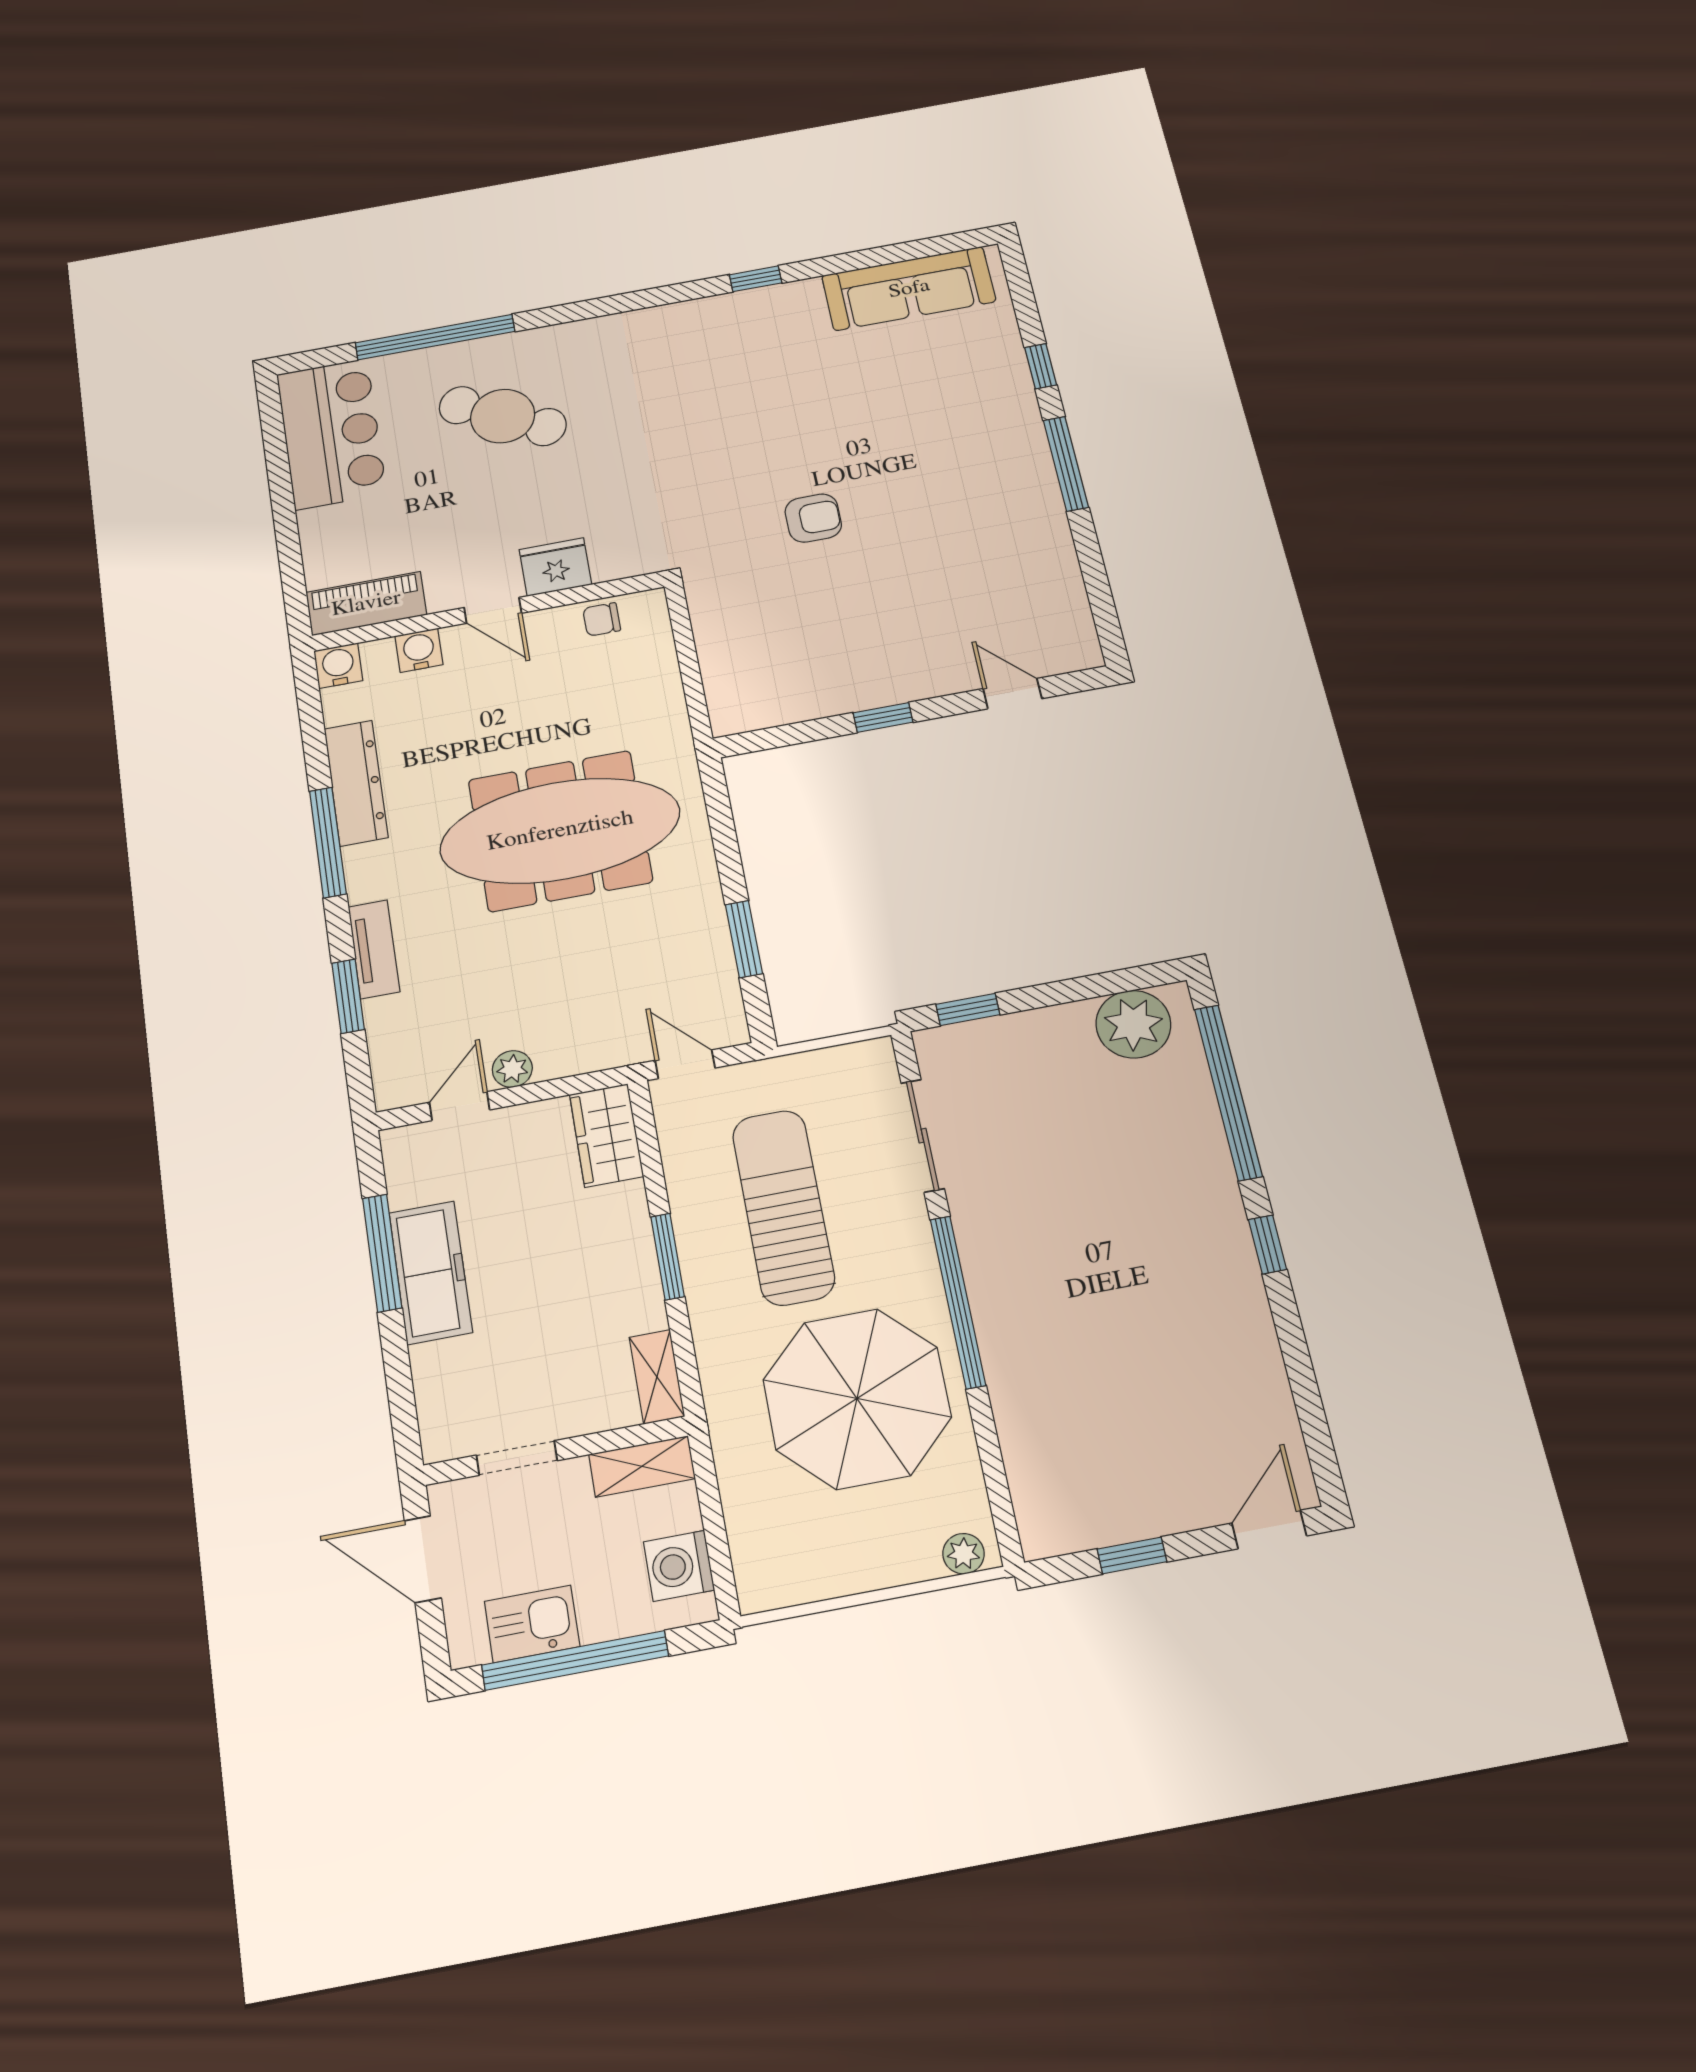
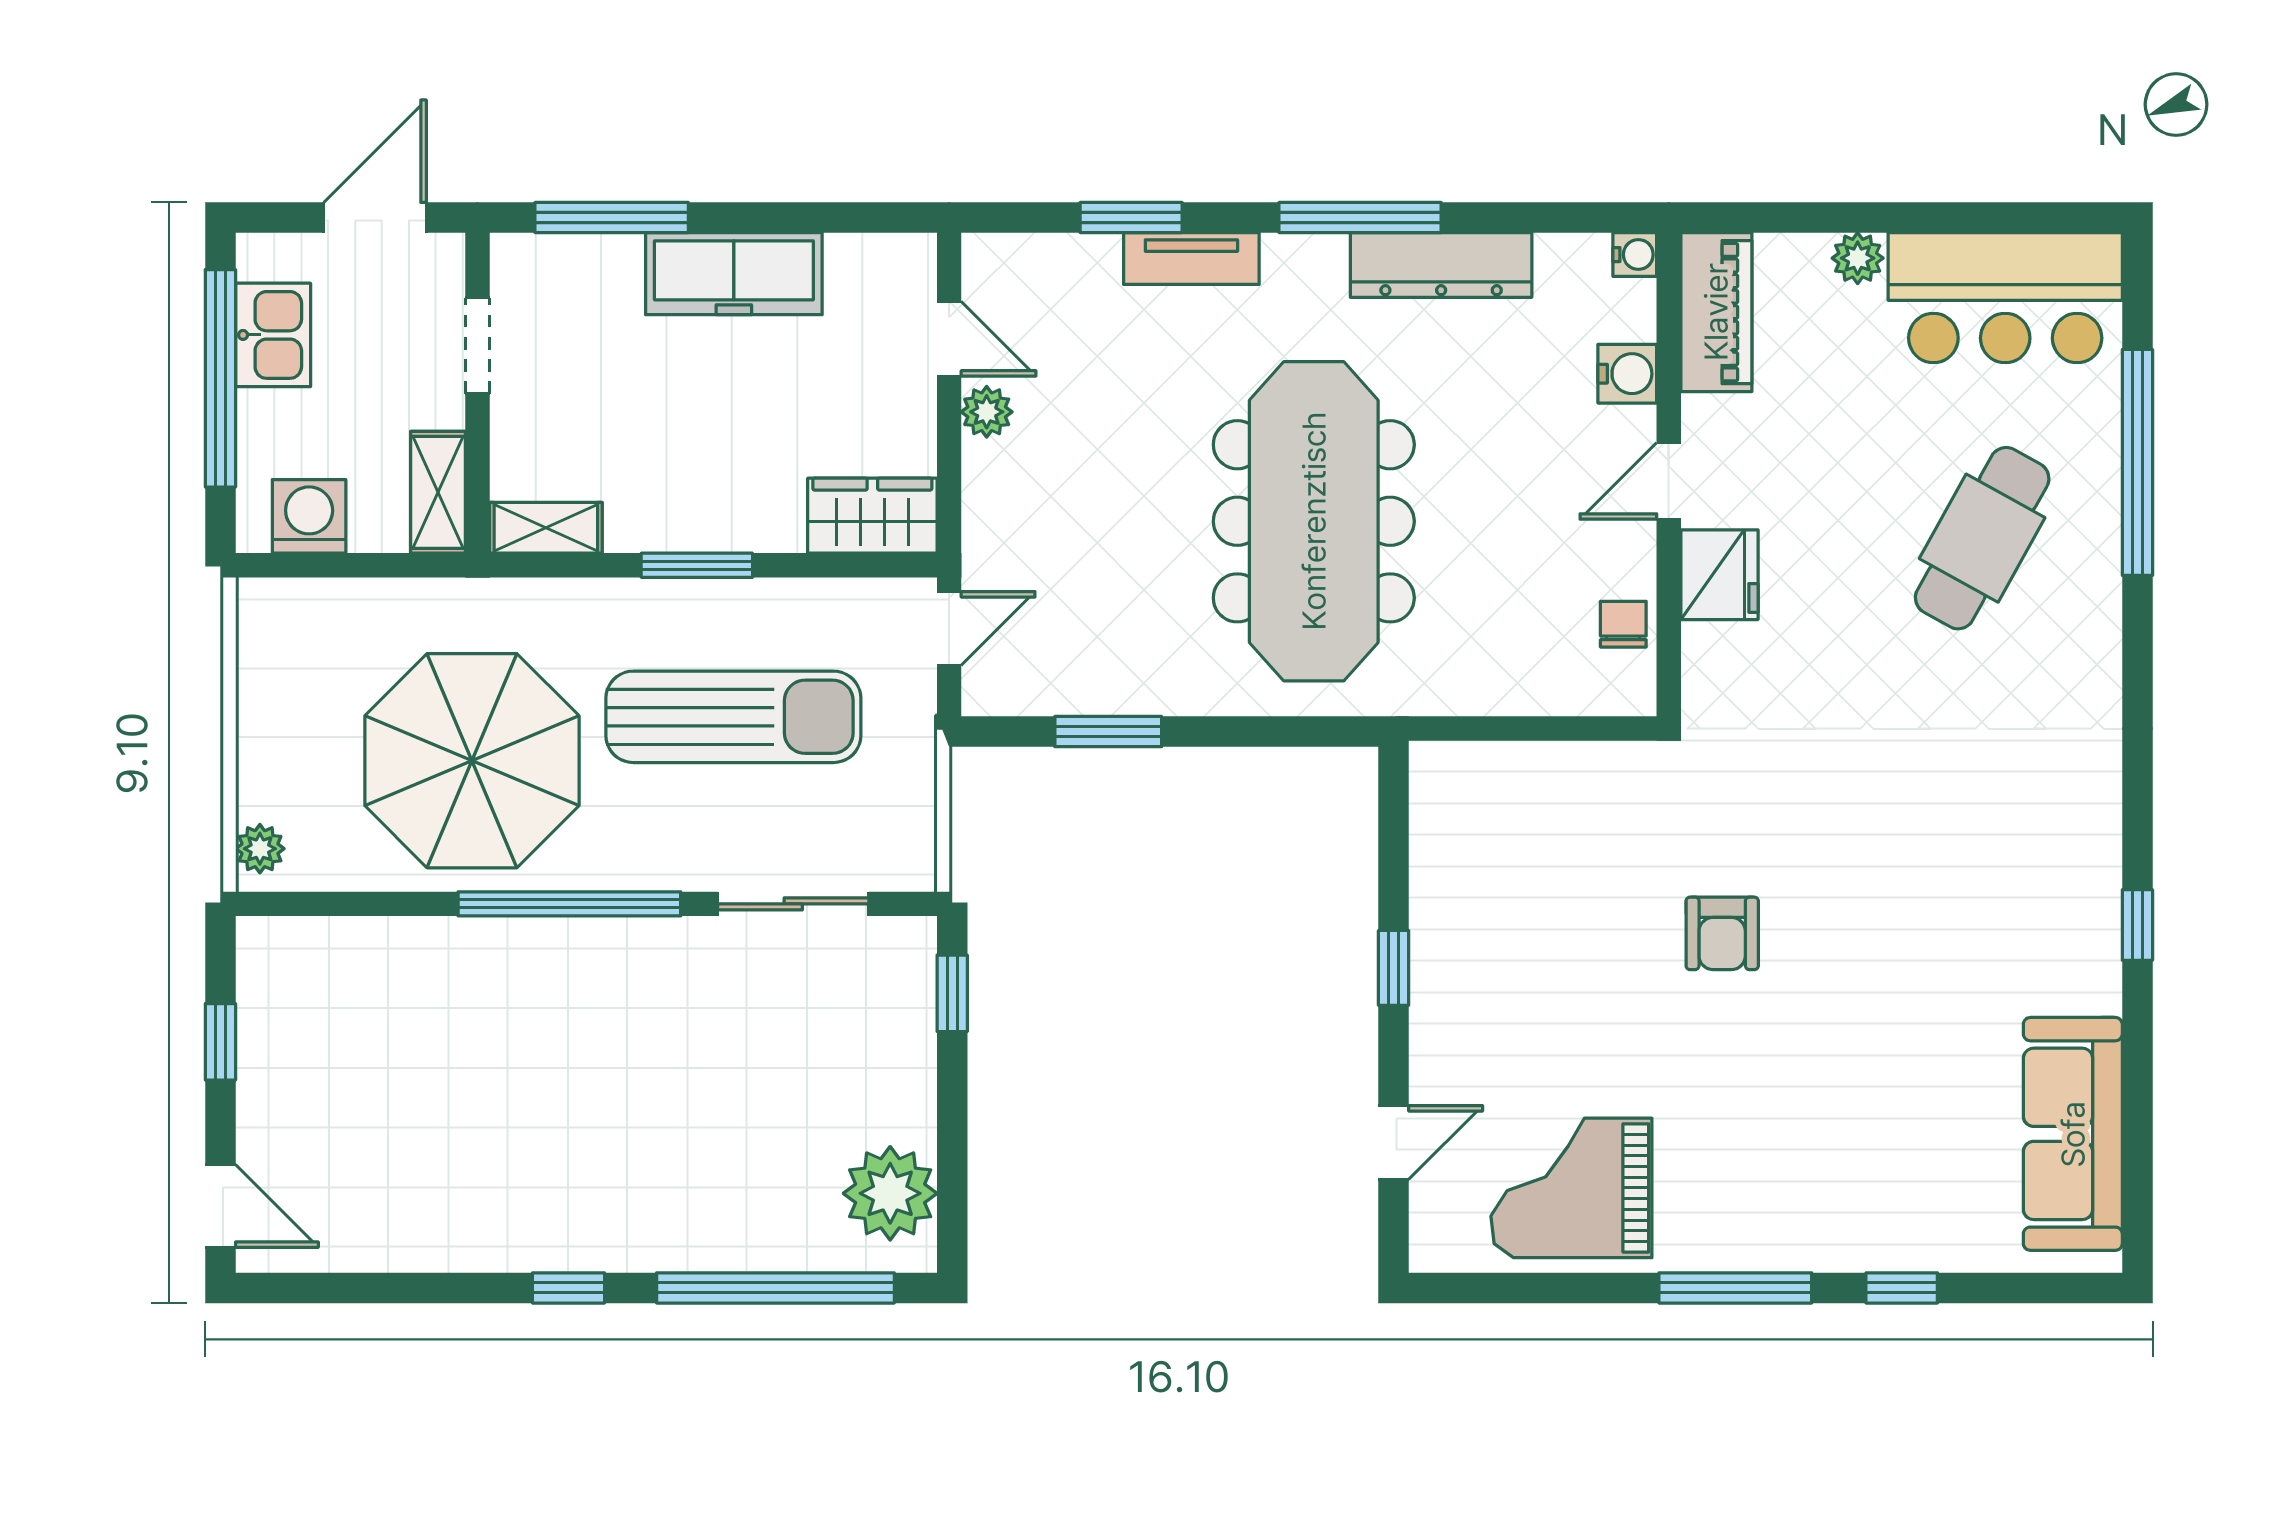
plant: (316, 525) -> (1858, 258), added
grand piano: (1019, 576) -> (1571, 1188), added
water cooler: (338, 666) -> (1635, 255), width x0.72, depth x0.72
window: (382, 1253) -> (612, 218), moved

